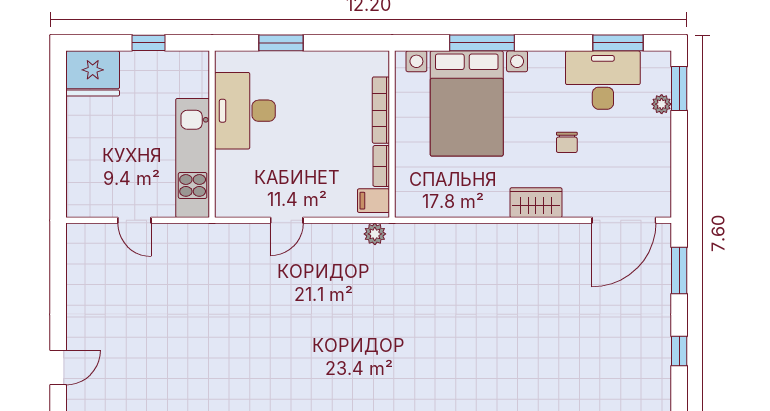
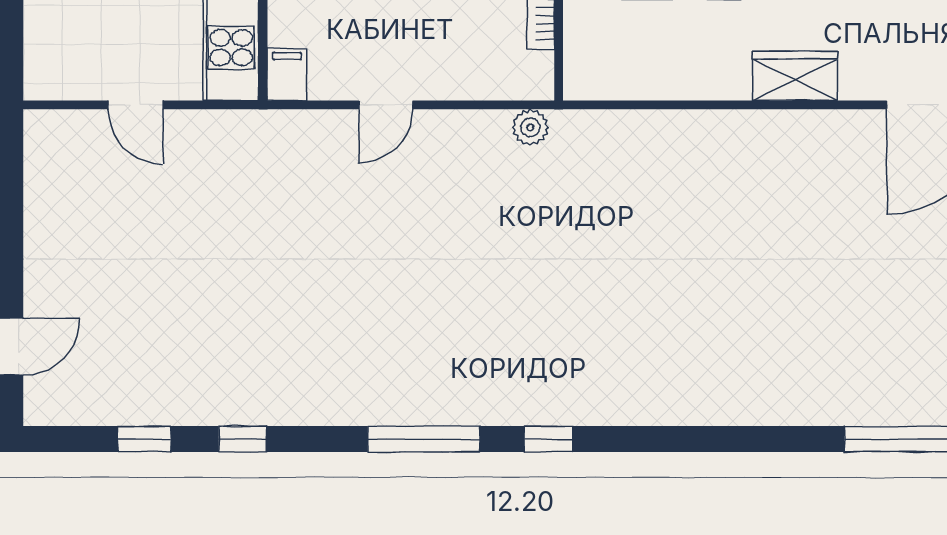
filing cabinet: (374, 201) -> (287, 74), moved, turned 90

